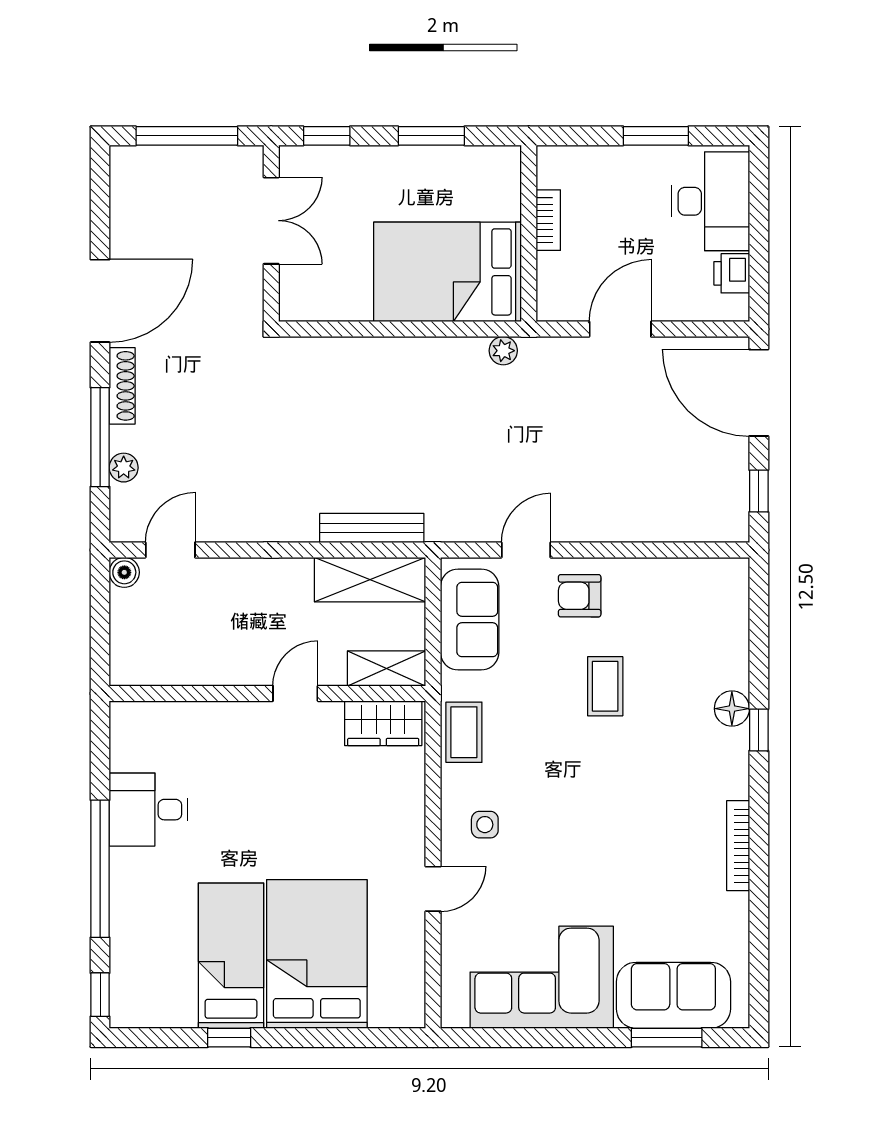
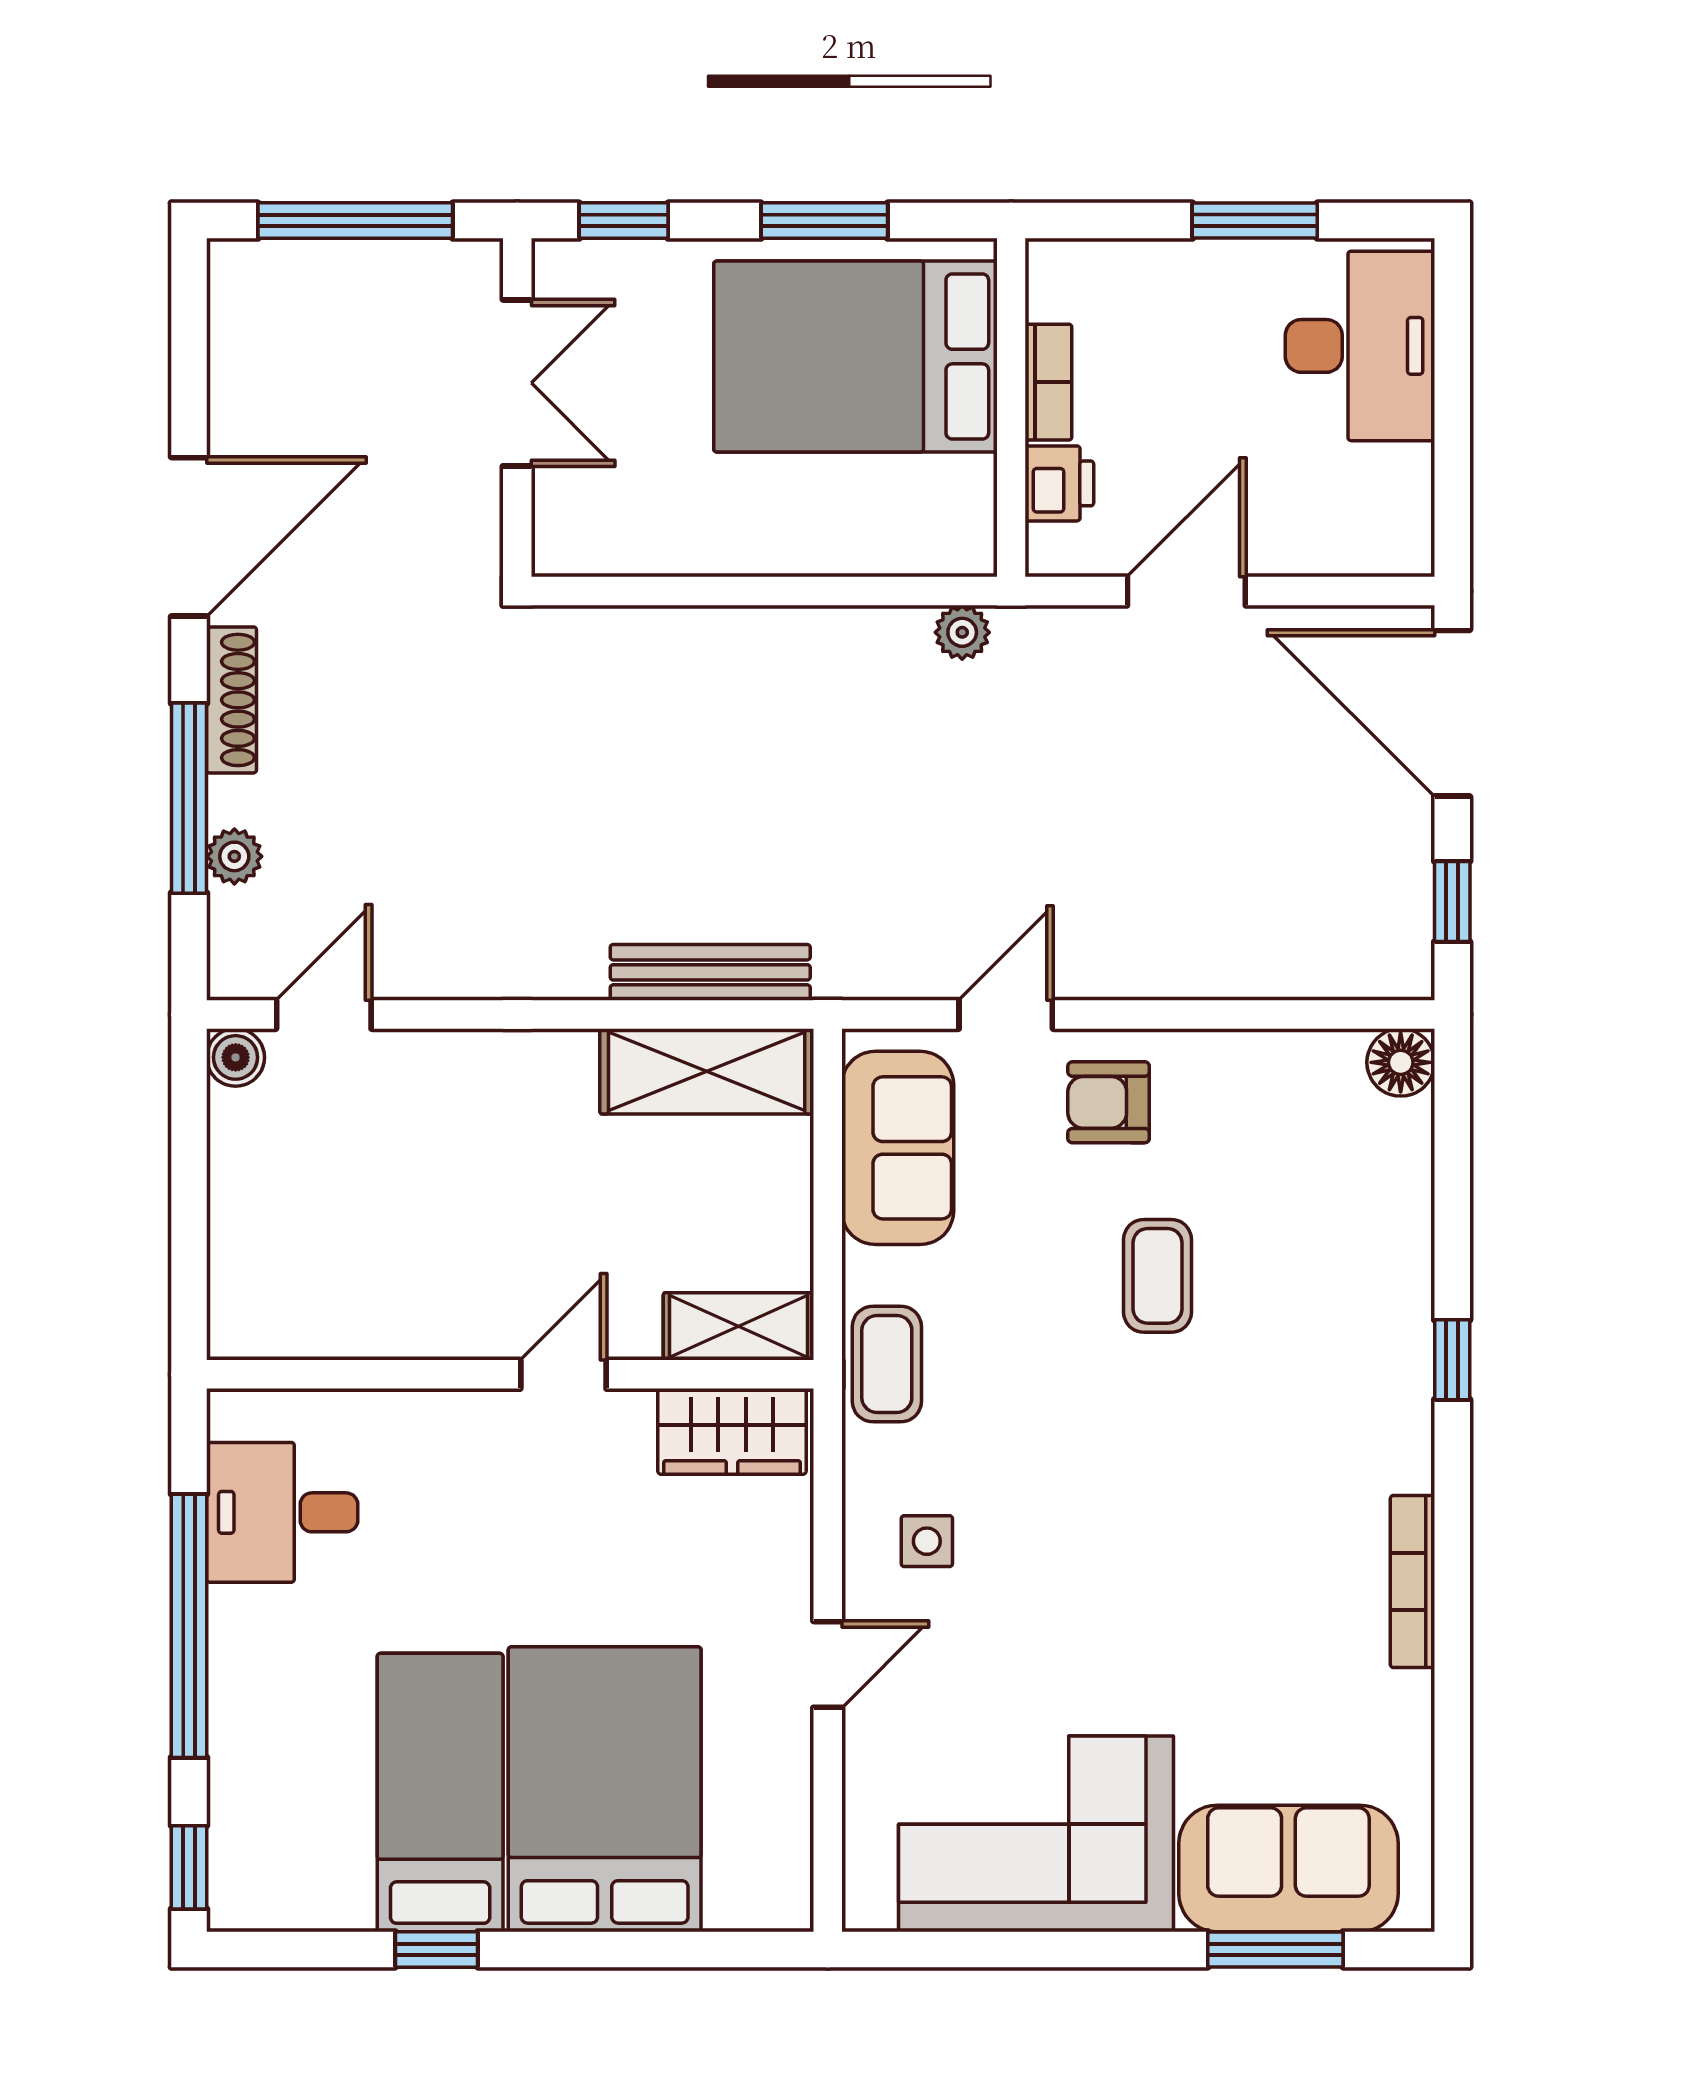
bed: (448, 272) -> (855, 357), moved
printer: (732, 273) -> (1059, 483), moved, turned 180
shelving: (387, 668) -> (738, 1326), moved
wall: (267, 693) -> (510, 1374), moved
door: (295, 693) -> (563, 1374), moved
floor lamp: (732, 709) -> (1401, 1062), moved
wardrobe: (383, 723) -> (732, 1431), moved

